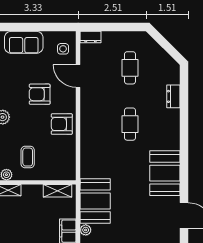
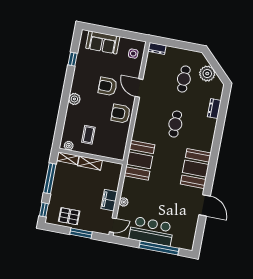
plant: (157, 56) -> (207, 74), added
door: (78, 76) -> (139, 88), moved
shelving: (57, 191) -> (90, 163), moved
booth: (95, 201) -> (139, 160), moved

